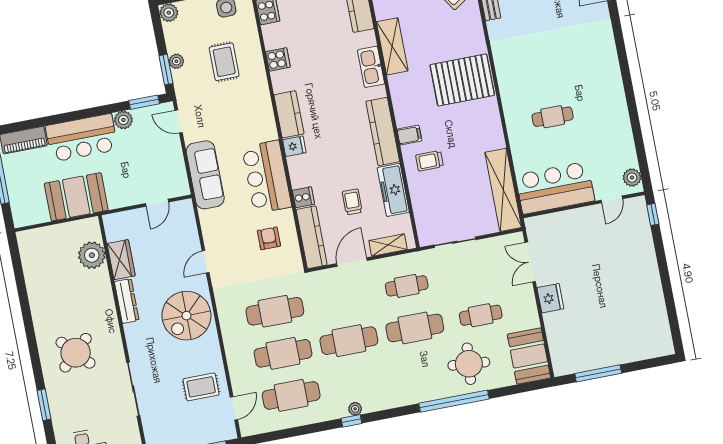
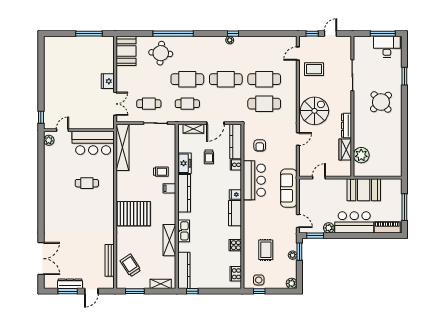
freezer: (393, 190) -> (184, 163), width x0.71
cafe table: (481, 315) -> (149, 104), moved
cafe table: (291, 395) -> (264, 55), removed

